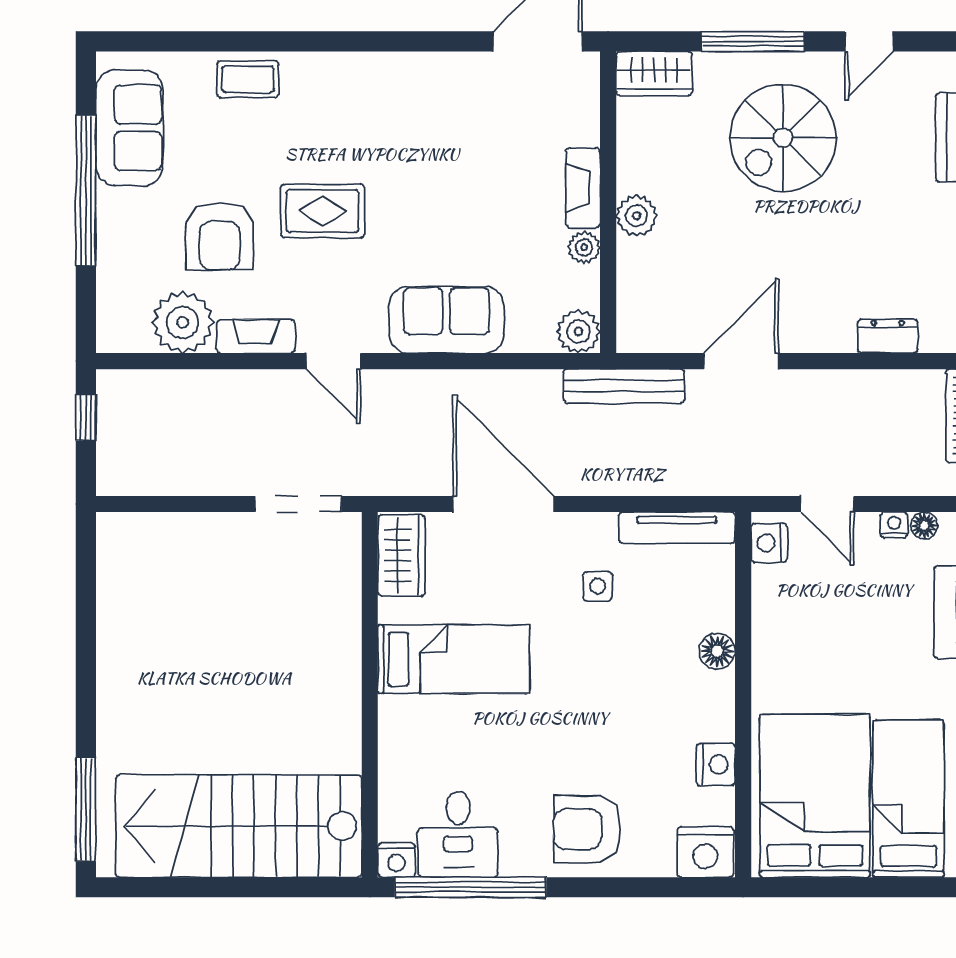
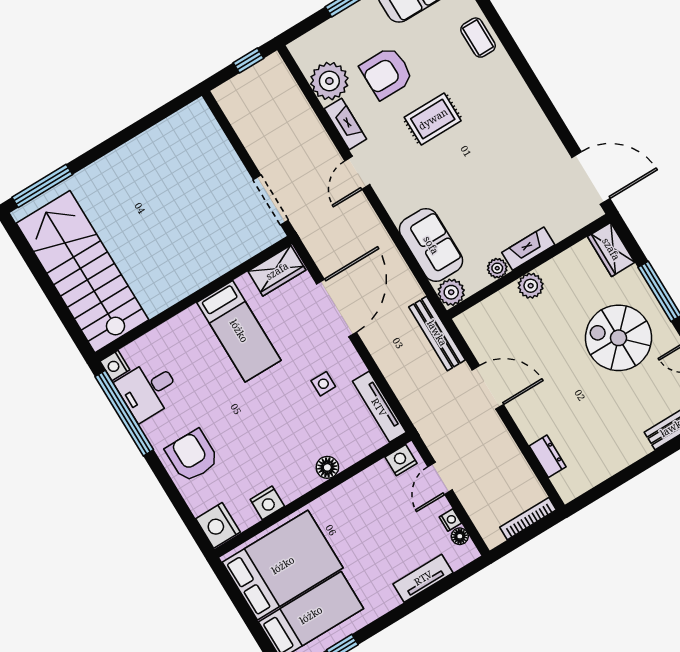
rug: (322, 211) -> (433, 119), turned 90
sofa: (446, 320) -> (431, 245), moved

